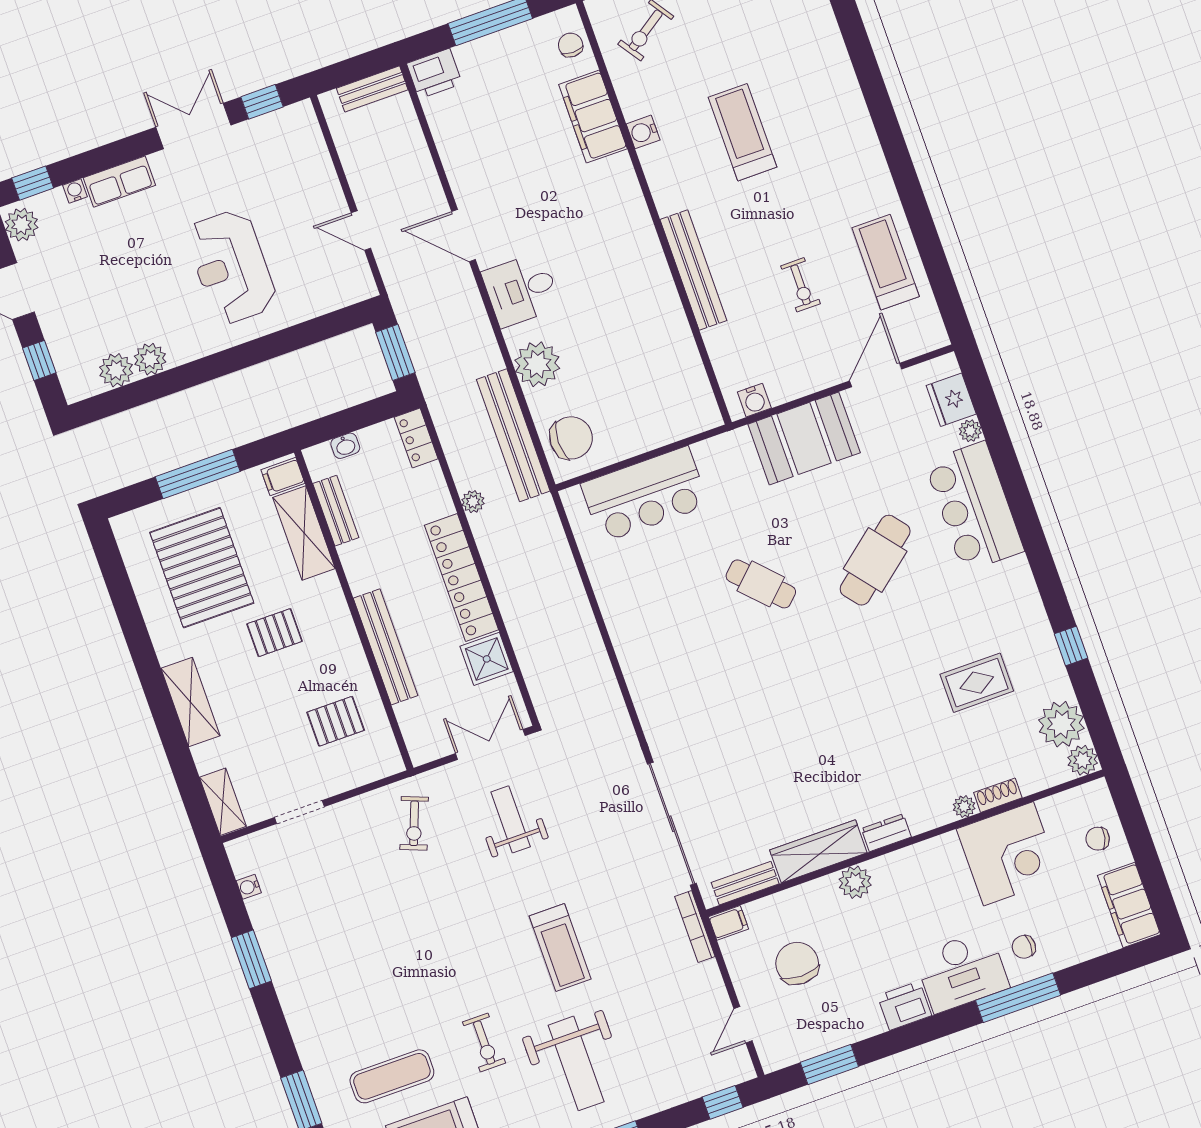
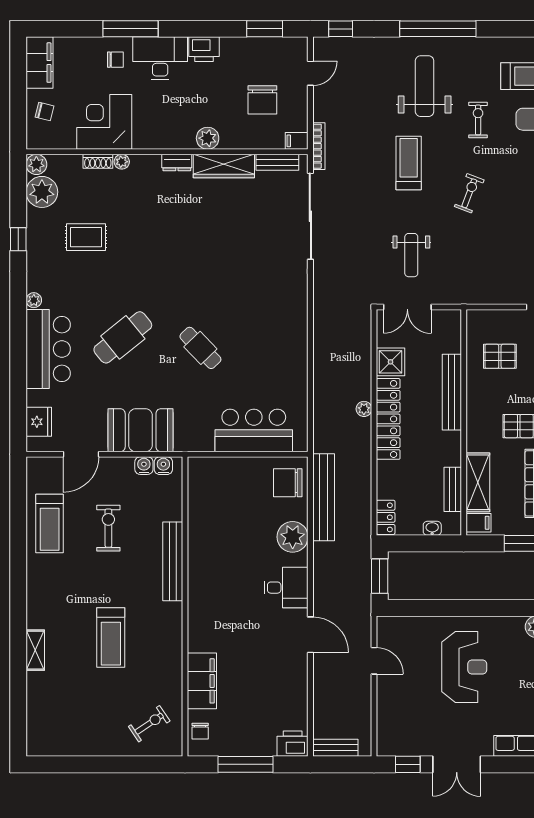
shelving: (842, 77) -> (35, 650), added
water cooler: (643, 132) -> (144, 466), moved, turned -90
exercise bike: (800, 285) -> (108, 528), width x1.38, depth x1.39
plant: (970, 431) -> (34, 300), moved
plant: (473, 502) -> (364, 409), moved
exercise bike: (414, 823) -> (469, 193), moved

